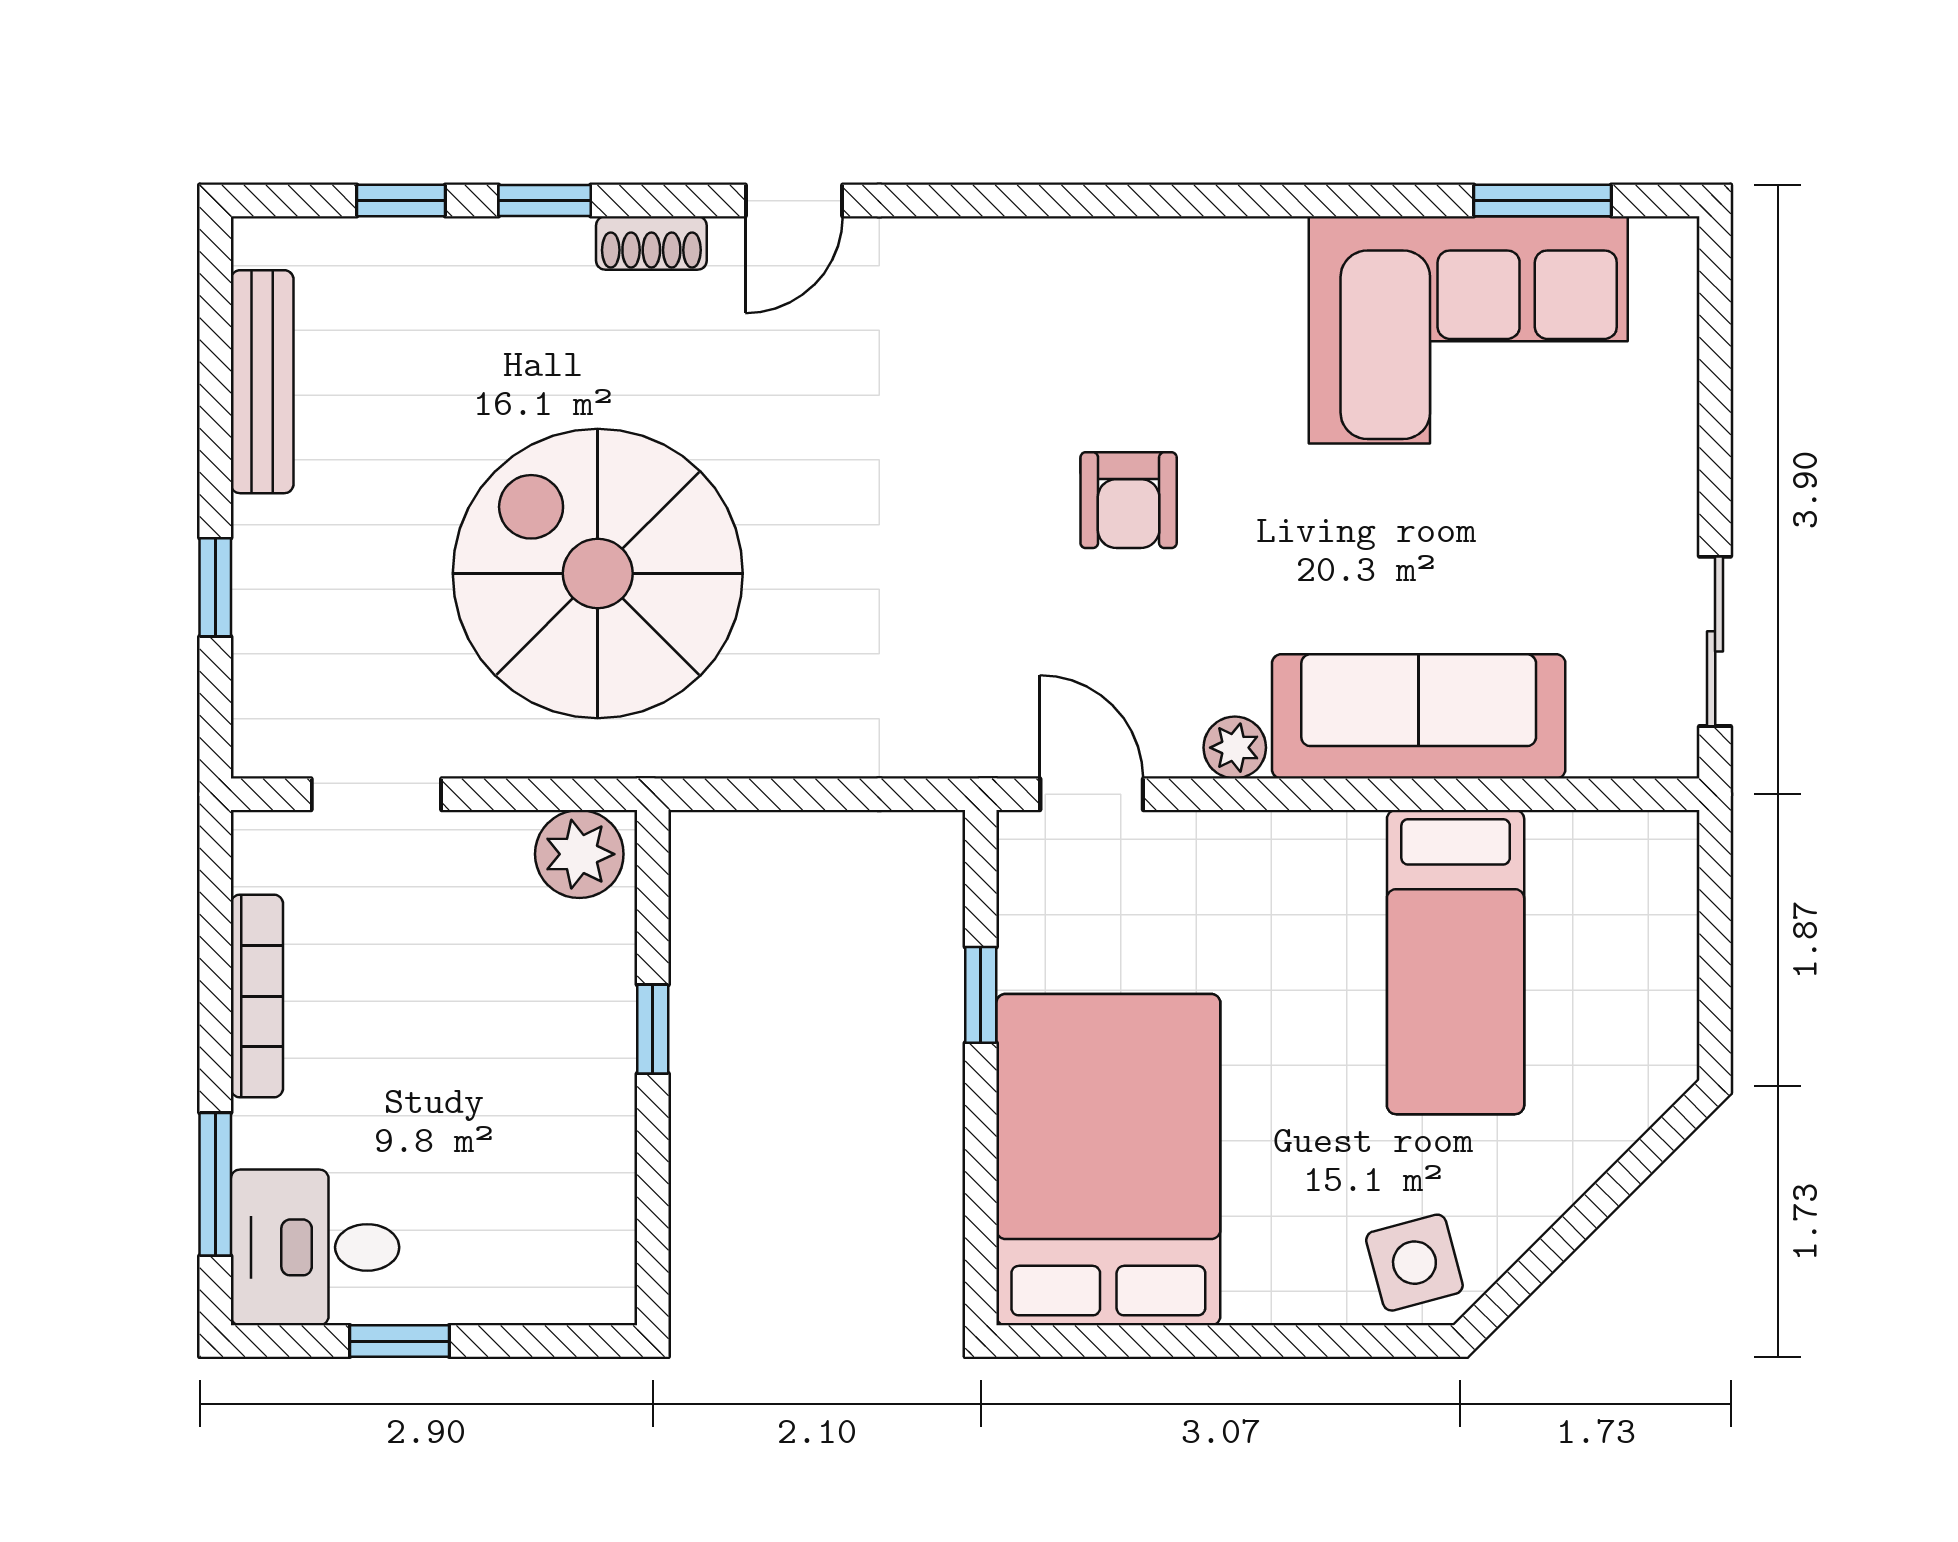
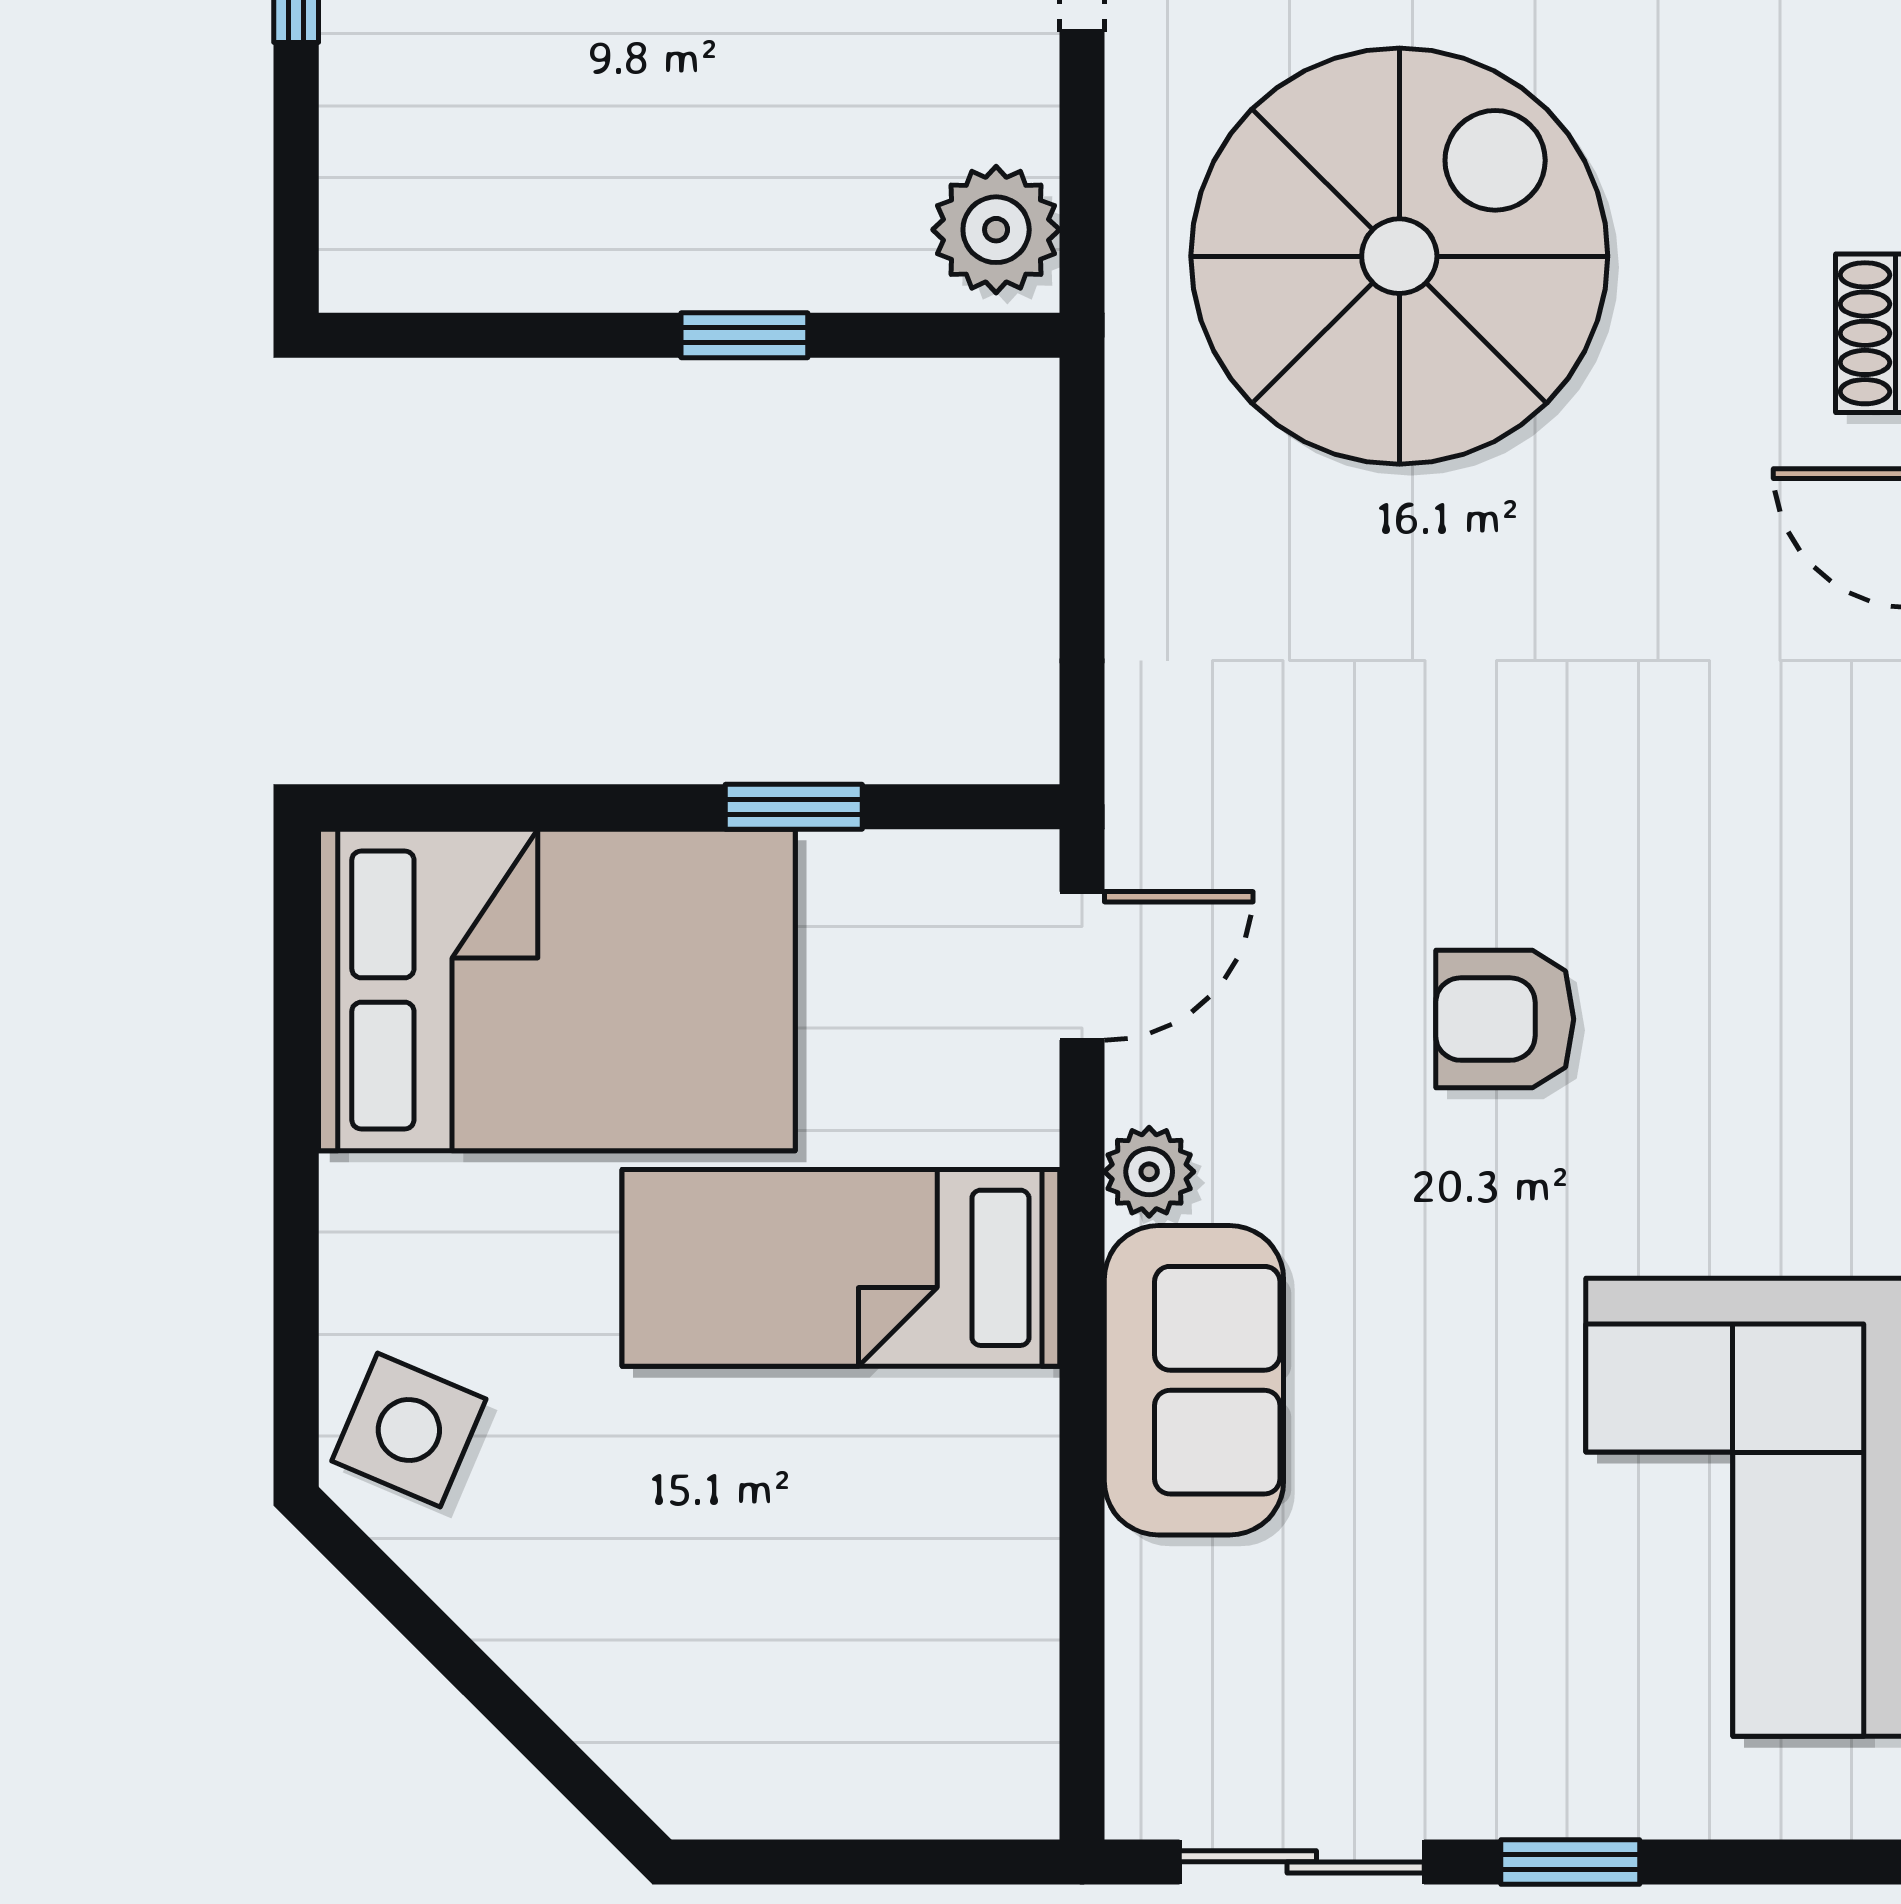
window: (1715, 455) -> (1570, 1862), added
sofa: (1419, 716) -> (1194, 1380), width x0.73
bed: (1456, 962) -> (841, 1268), moved
side table: (1414, 1263) -> (409, 1430), turned 38

